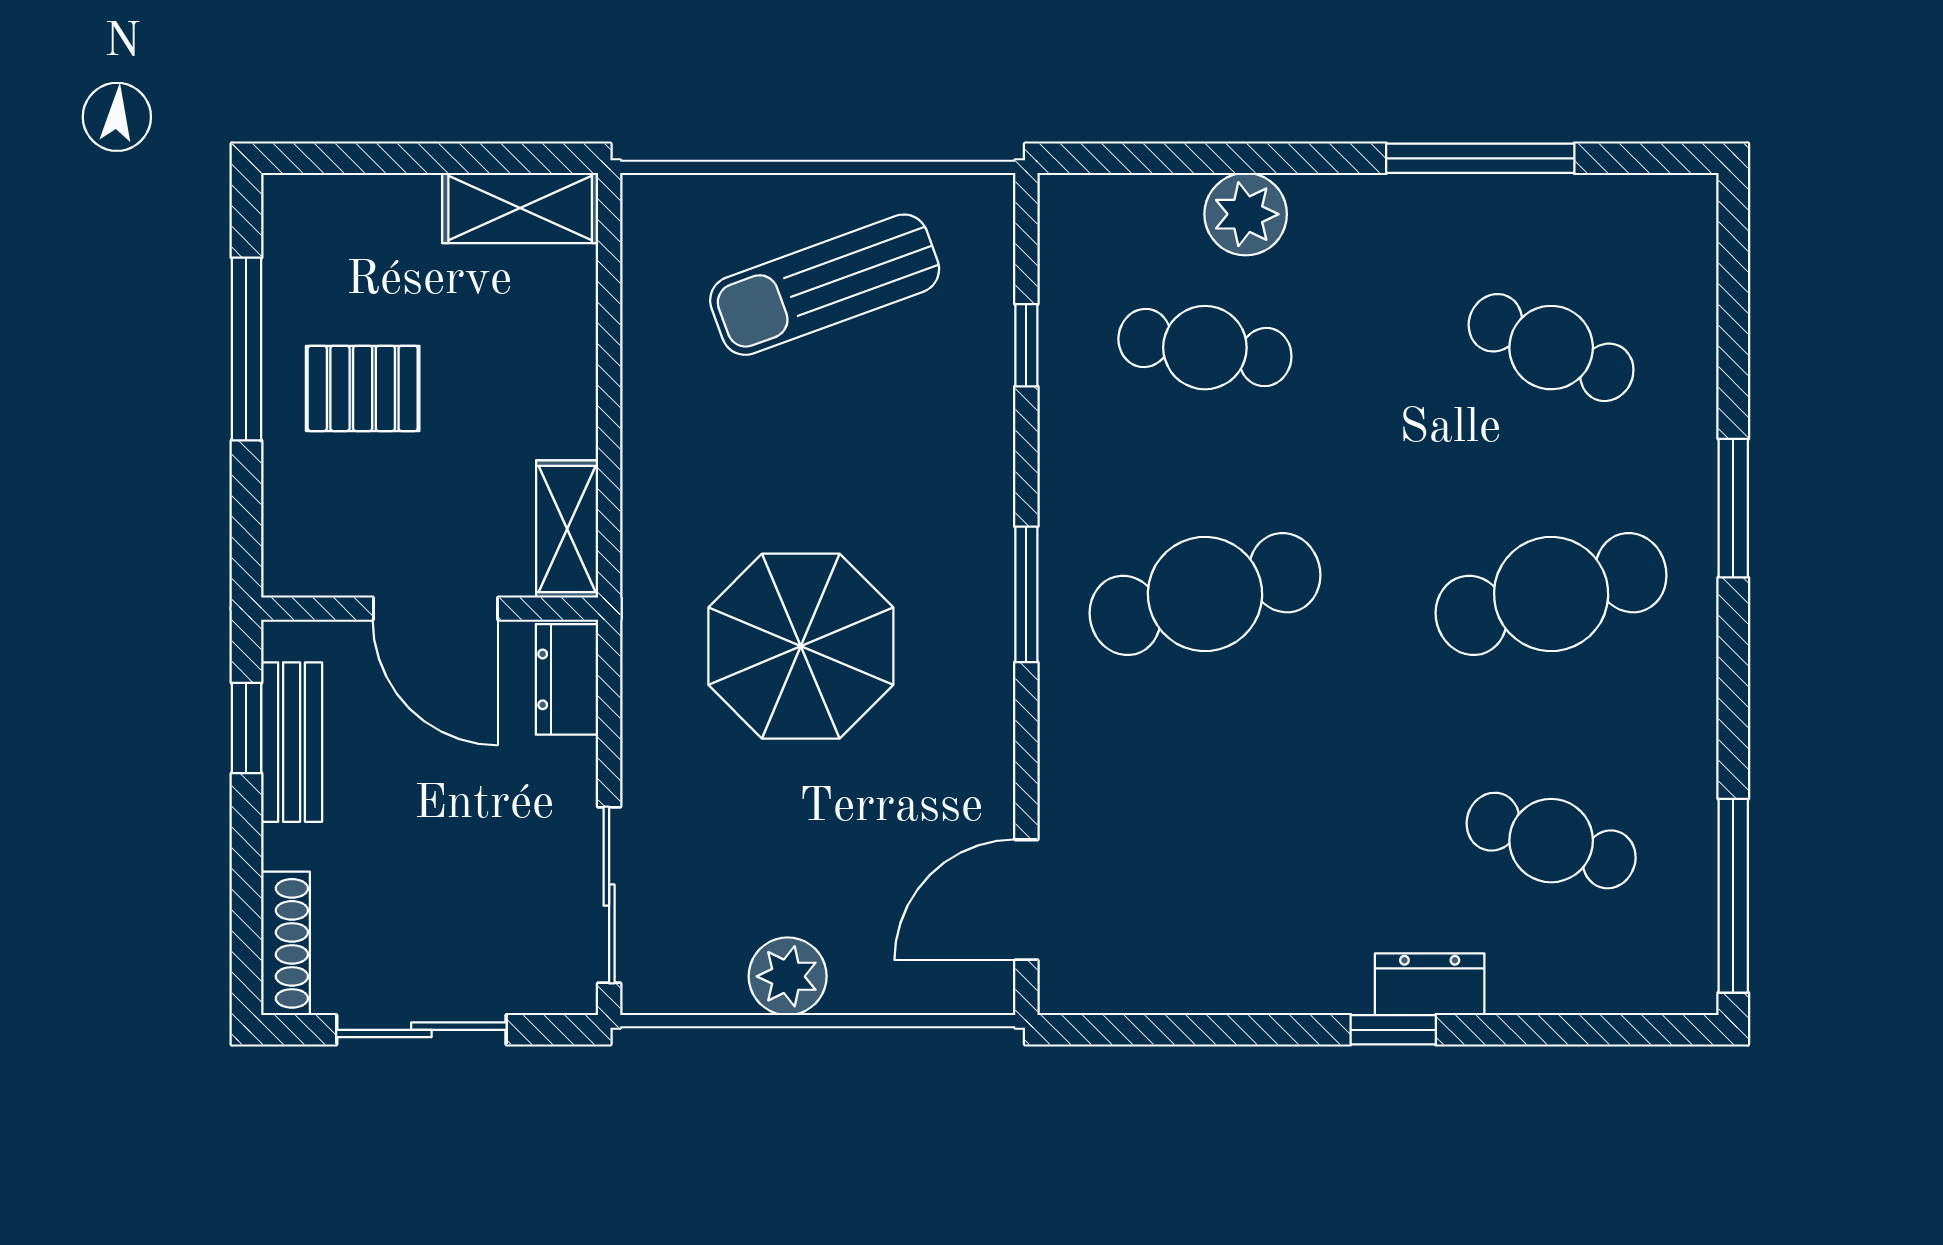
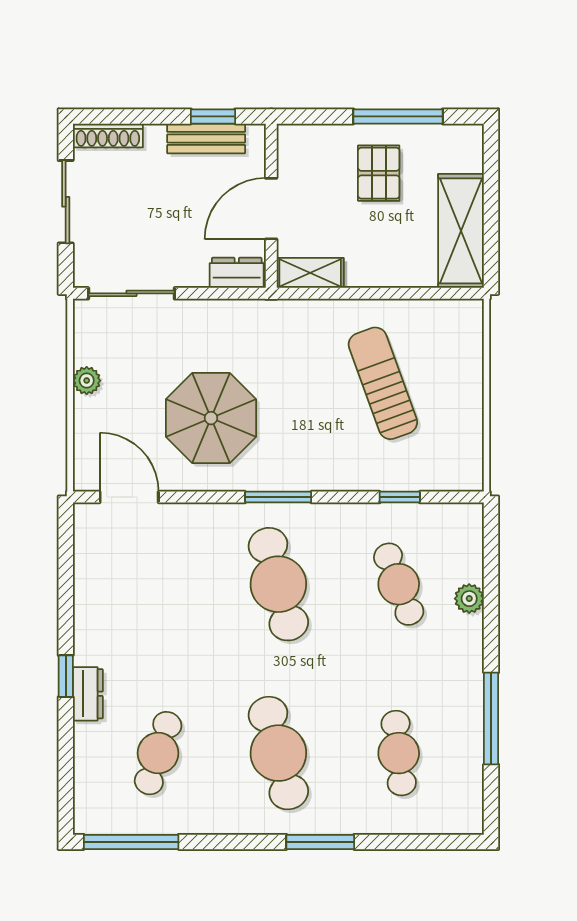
shelving: (520, 208) -> (461, 231), width x1.50, depth x1.33
plant: (1246, 214) -> (469, 599), width x0.73, depth x0.73
sun lounger: (825, 285) -> (383, 383), moved
cafe table: (1205, 348) -> (399, 584), turned -30
cafe table: (1551, 348) -> (399, 753), turned -30
parasol: (801, 646) -> (211, 418), moved
plant: (788, 976) -> (87, 381), width x0.73, depth x0.73

